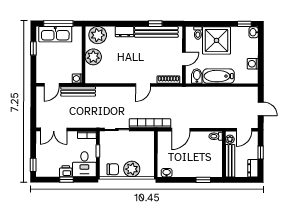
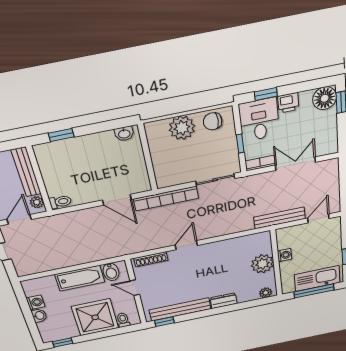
window: (155, 24) -> (164, 322), moved
washbasin: (254, 32) -> (39, 316), moved
plant: (98, 35) -> (266, 293), width x0.53, depth x0.53
door: (184, 59) -> (135, 288), hinge flipped
washing machine: (77, 79) -> (285, 255), moved
double door: (54, 129) -> (295, 164), moved
door: (181, 130) -> (117, 200), swing flipped
floor lamp: (43, 170) -> (325, 98), added
window: (66, 180) -> (266, 94), moved

